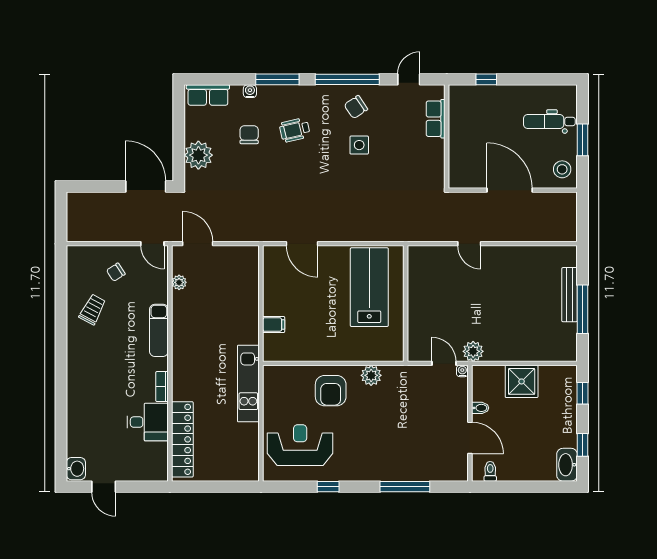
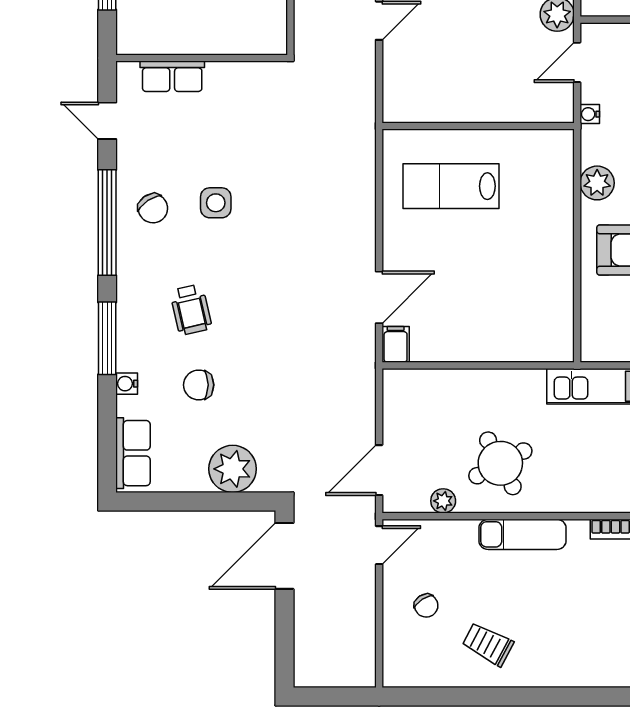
lab bench: (369, 287) -> (451, 186), width x0.73, depth x0.72
round table: (202, 317) -> (500, 463), added
filing cabinet: (274, 325) -> (396, 344), moved
water cooler: (462, 371) -> (590, 114), moved

